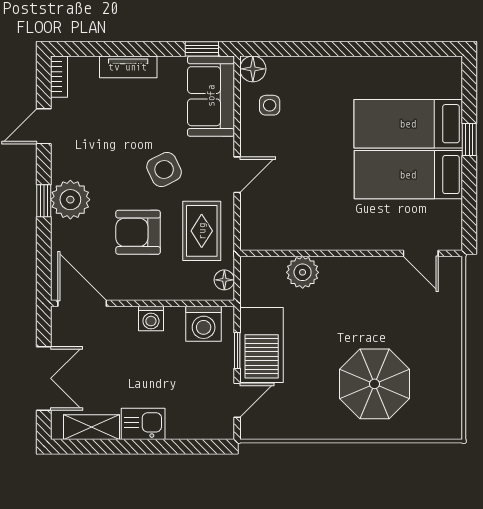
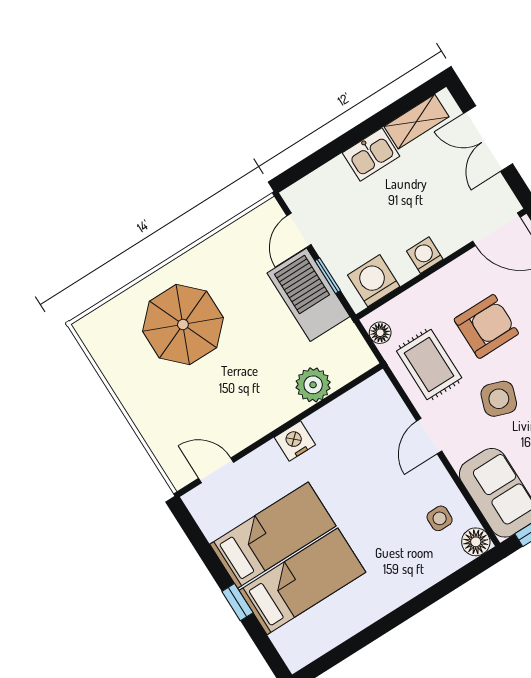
side table: (164, 170) -> (499, 399), turned 45
nightstand: (345, 237) -> (295, 441), added

